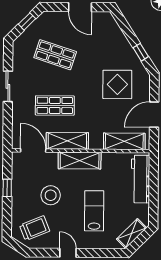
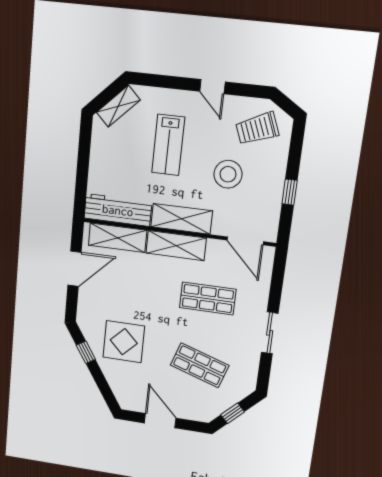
display table: (117, 84) -> (124, 342), moved
shelving: (67, 141) -> (176, 246), moved
workbench: (141, 179) -> (118, 210), moved, turned -90

